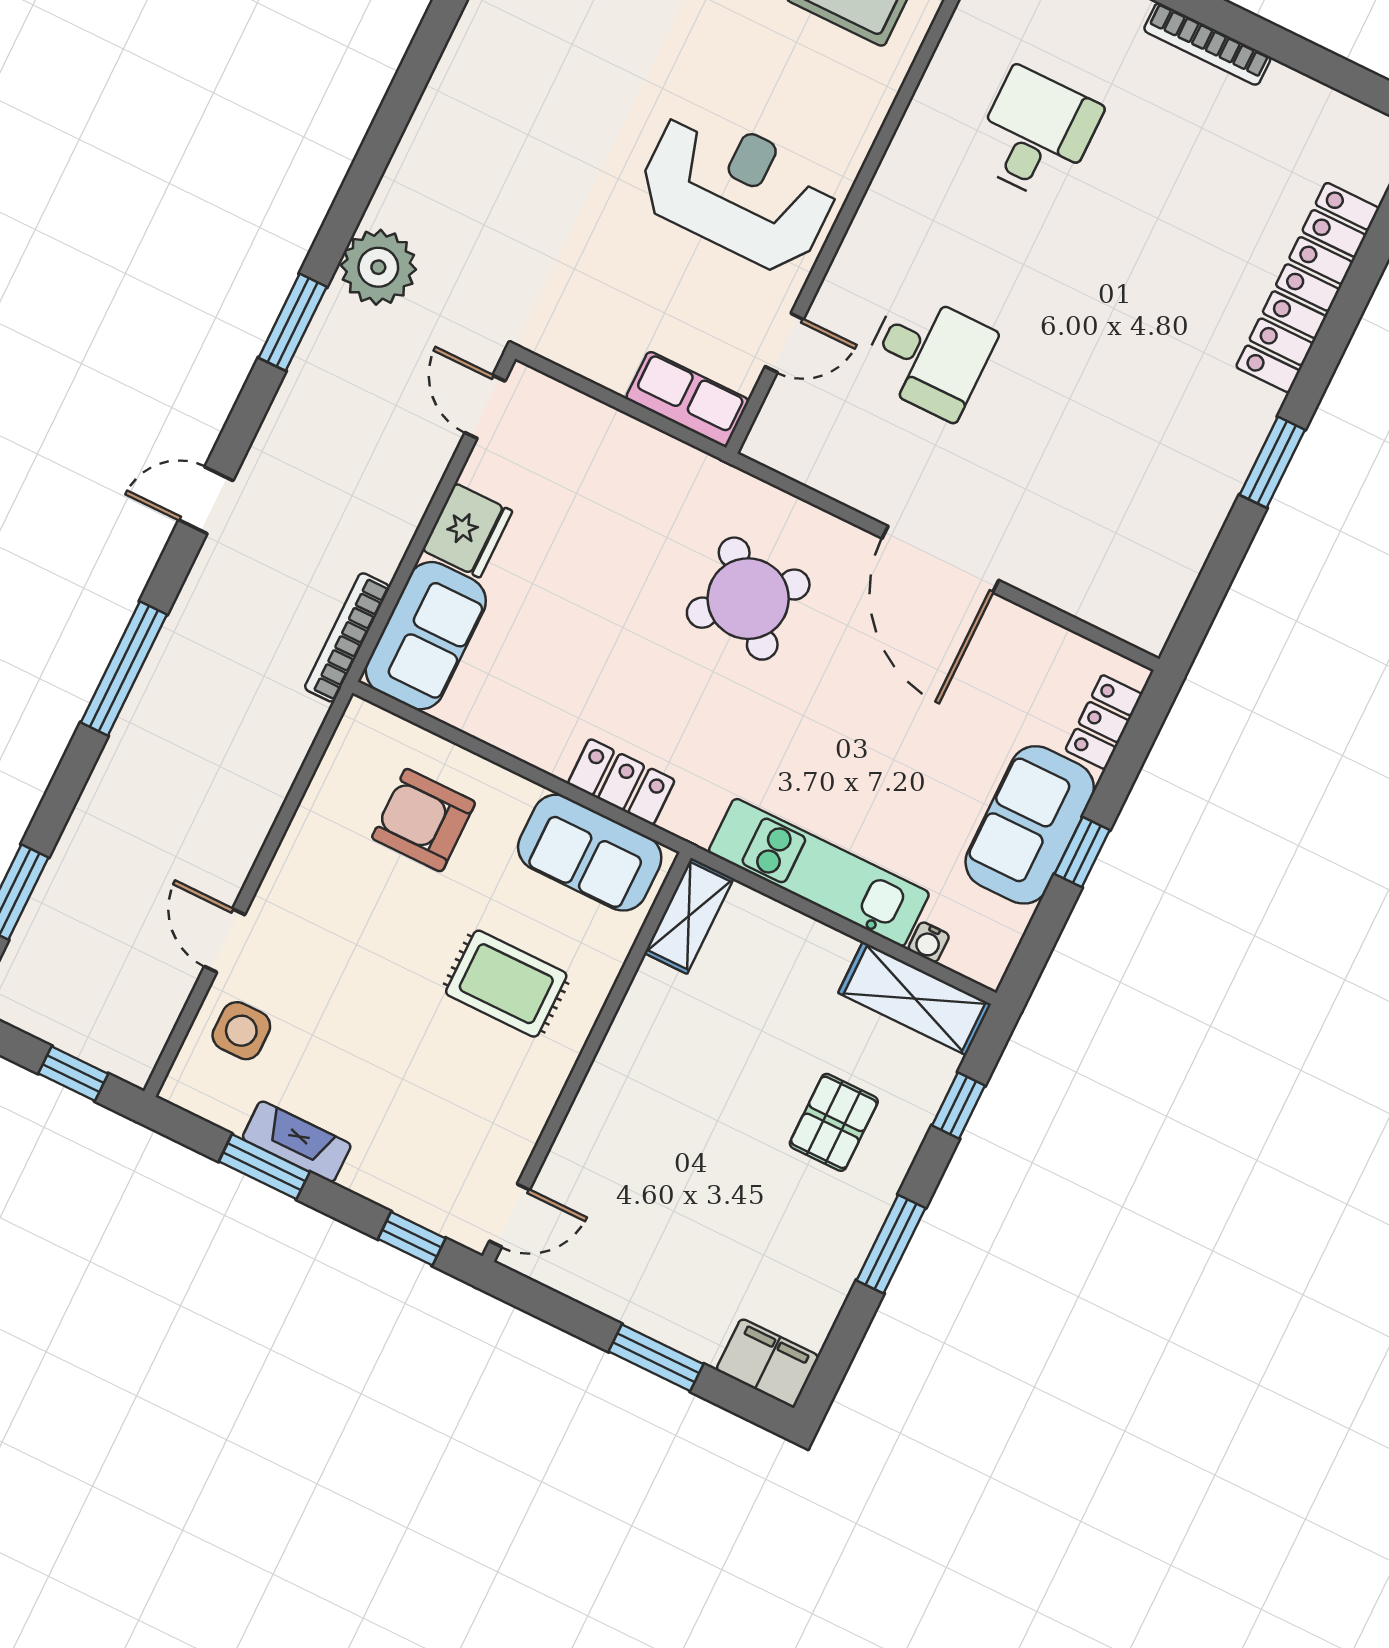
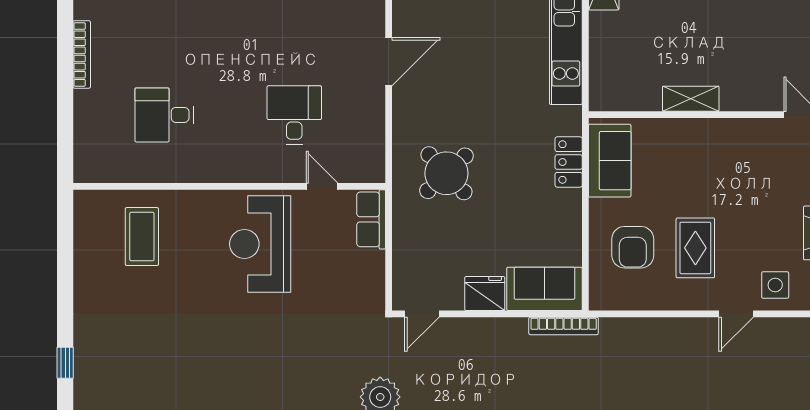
door: (940, 559) -> (389, 62), width x0.73
round table: (748, 599) -> (446, 173), moved
shelving: (689, 916) -> (691, 99), moved
rug: (506, 984) -> (695, 248), moved

